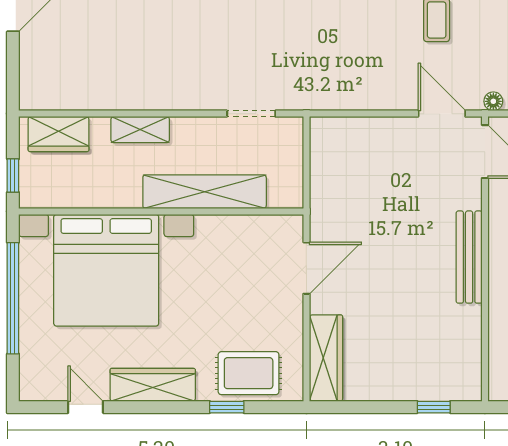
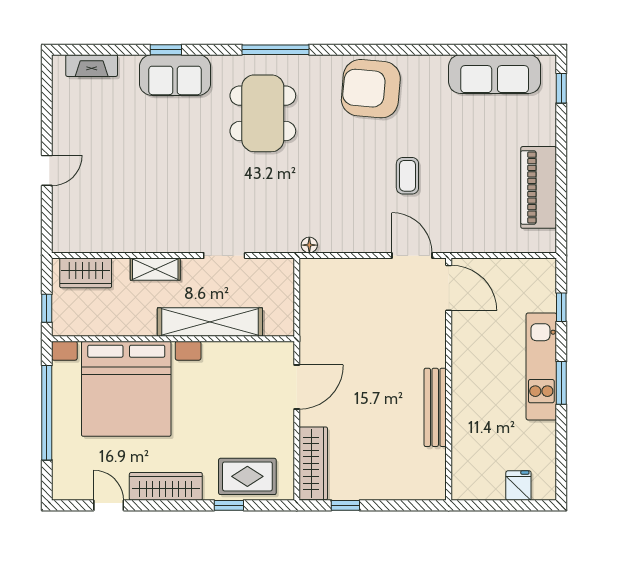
floor lamp: (493, 101) -> (309, 245), moved
doorway: (251, 114) -> (224, 255), moved
bench: (469, 257) -> (435, 407), moved
window: (434, 407) -> (345, 505), moved

